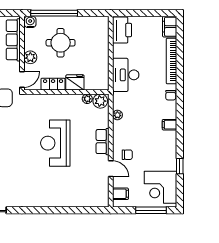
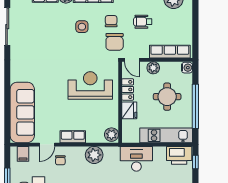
window: (54, 13) -> (195, 106), moved
window: (129, 13) -> (195, 162), added
kitchen unit: (101, 44) -> (166, 135), added
plant: (87, 99) -> (114, 122), removed
plant: (117, 115) -> (94, 155), width x1.88, depth x1.88
reception desk: (55, 143) -> (90, 85), moved
sofa: (77, 195) -> (22, 112), added

